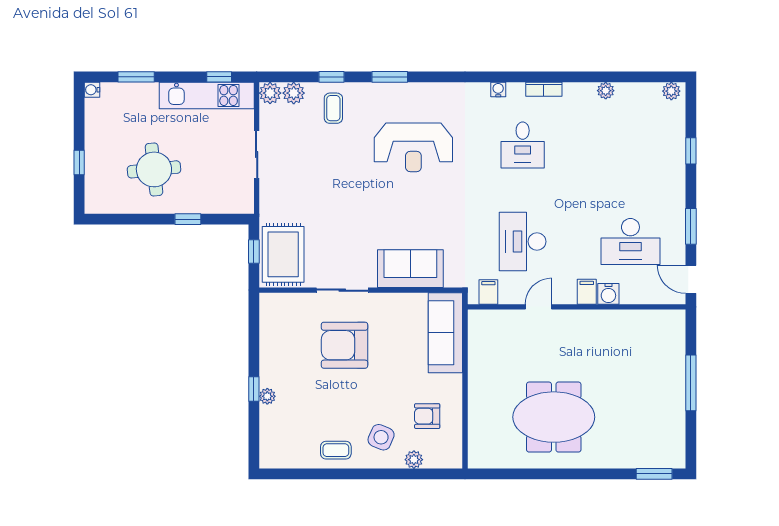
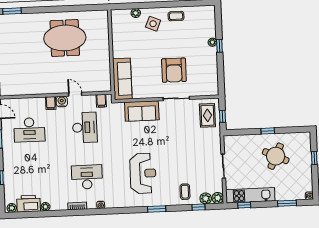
window: (331, 77) -> (199, 207), moved
printer: (638, 98) -> (29, 204), added
desk: (523, 145) -> (87, 177), width x1.37
reception desk: (413, 147) -> (143, 173), turned 90
round table: (154, 169) -> (276, 156), turned 31
window: (188, 219) -> (268, 131), moved
desk: (630, 242) -> (29, 130), turned 180
rug: (283, 254) -> (207, 115), width x0.73, depth x0.70
water cooler: (608, 294) -> (62, 101), moved
door: (538, 307) -> (75, 94), swing flipped
armchair: (345, 345) -> (174, 70), turned 90
armchair: (427, 416) -> (130, 36), removed

